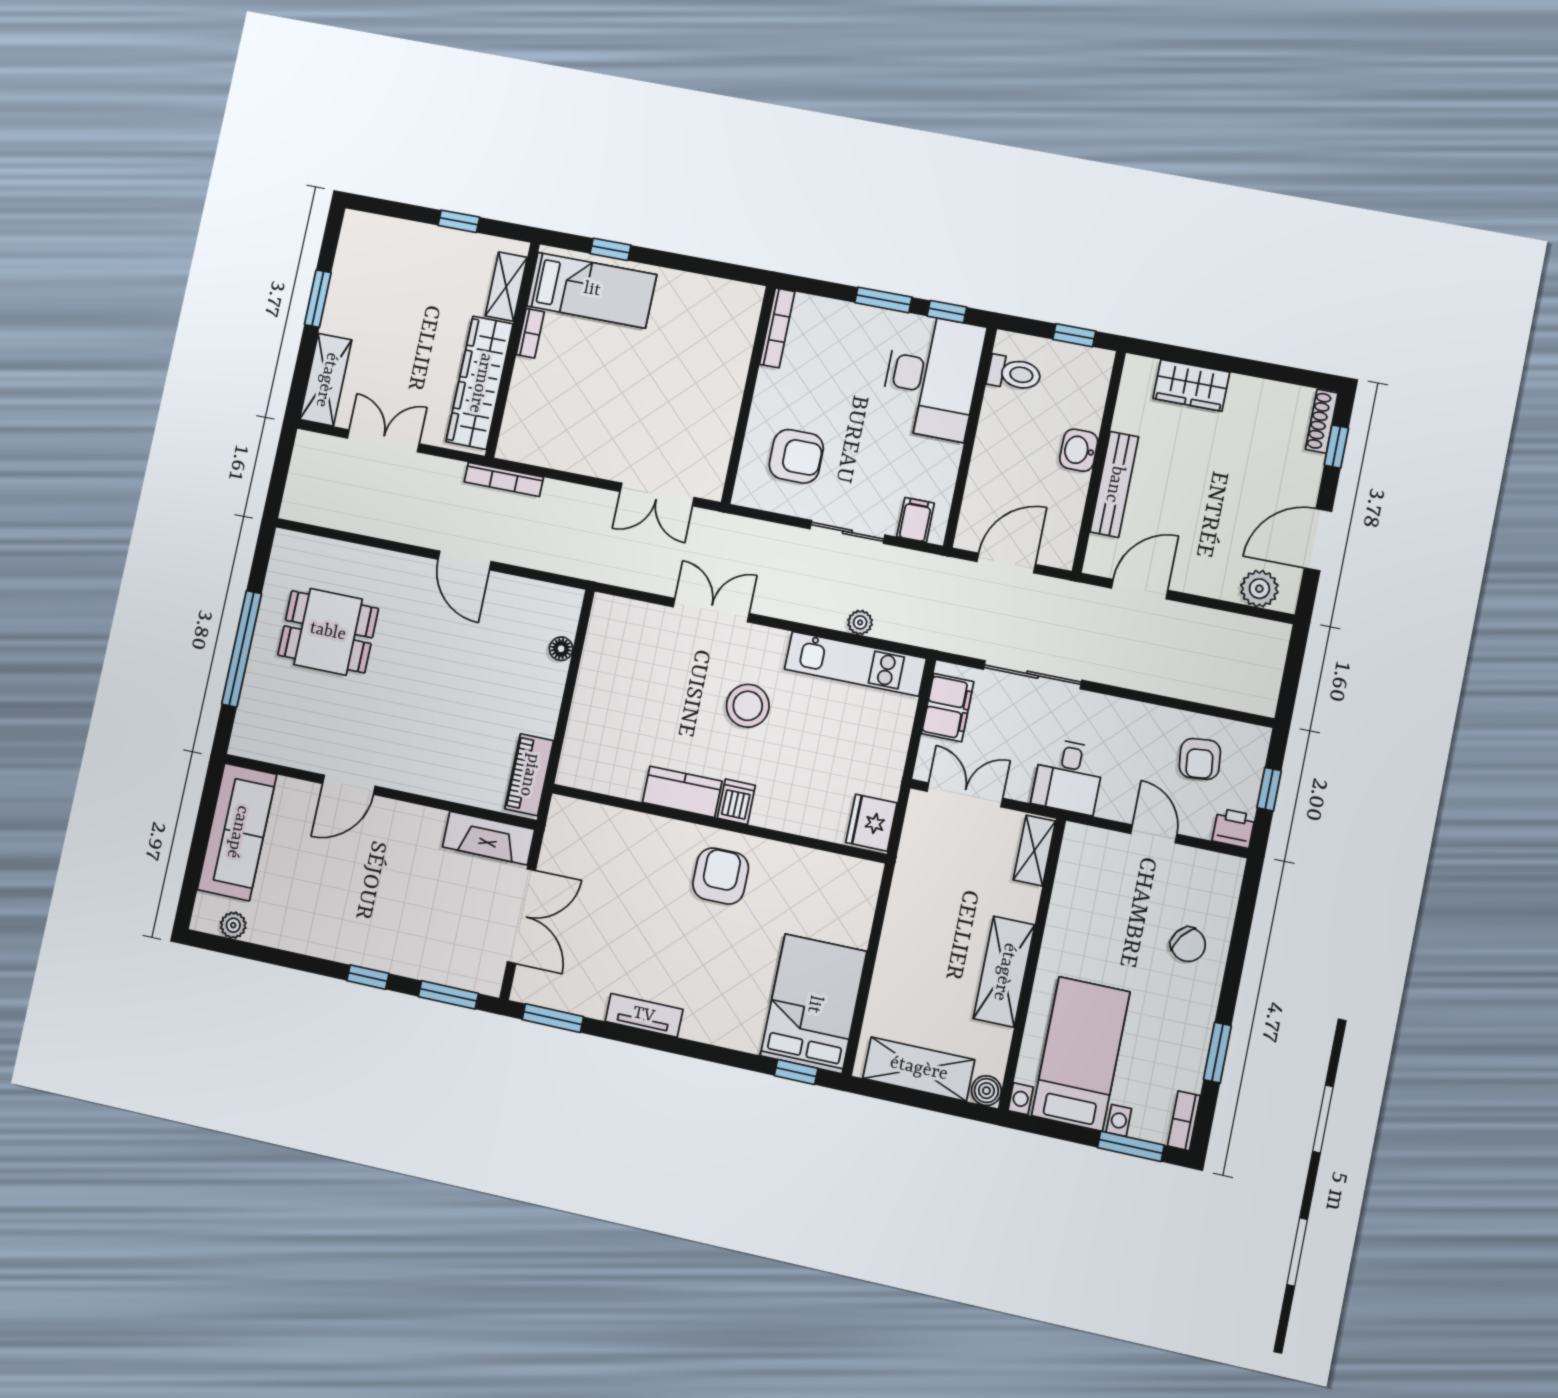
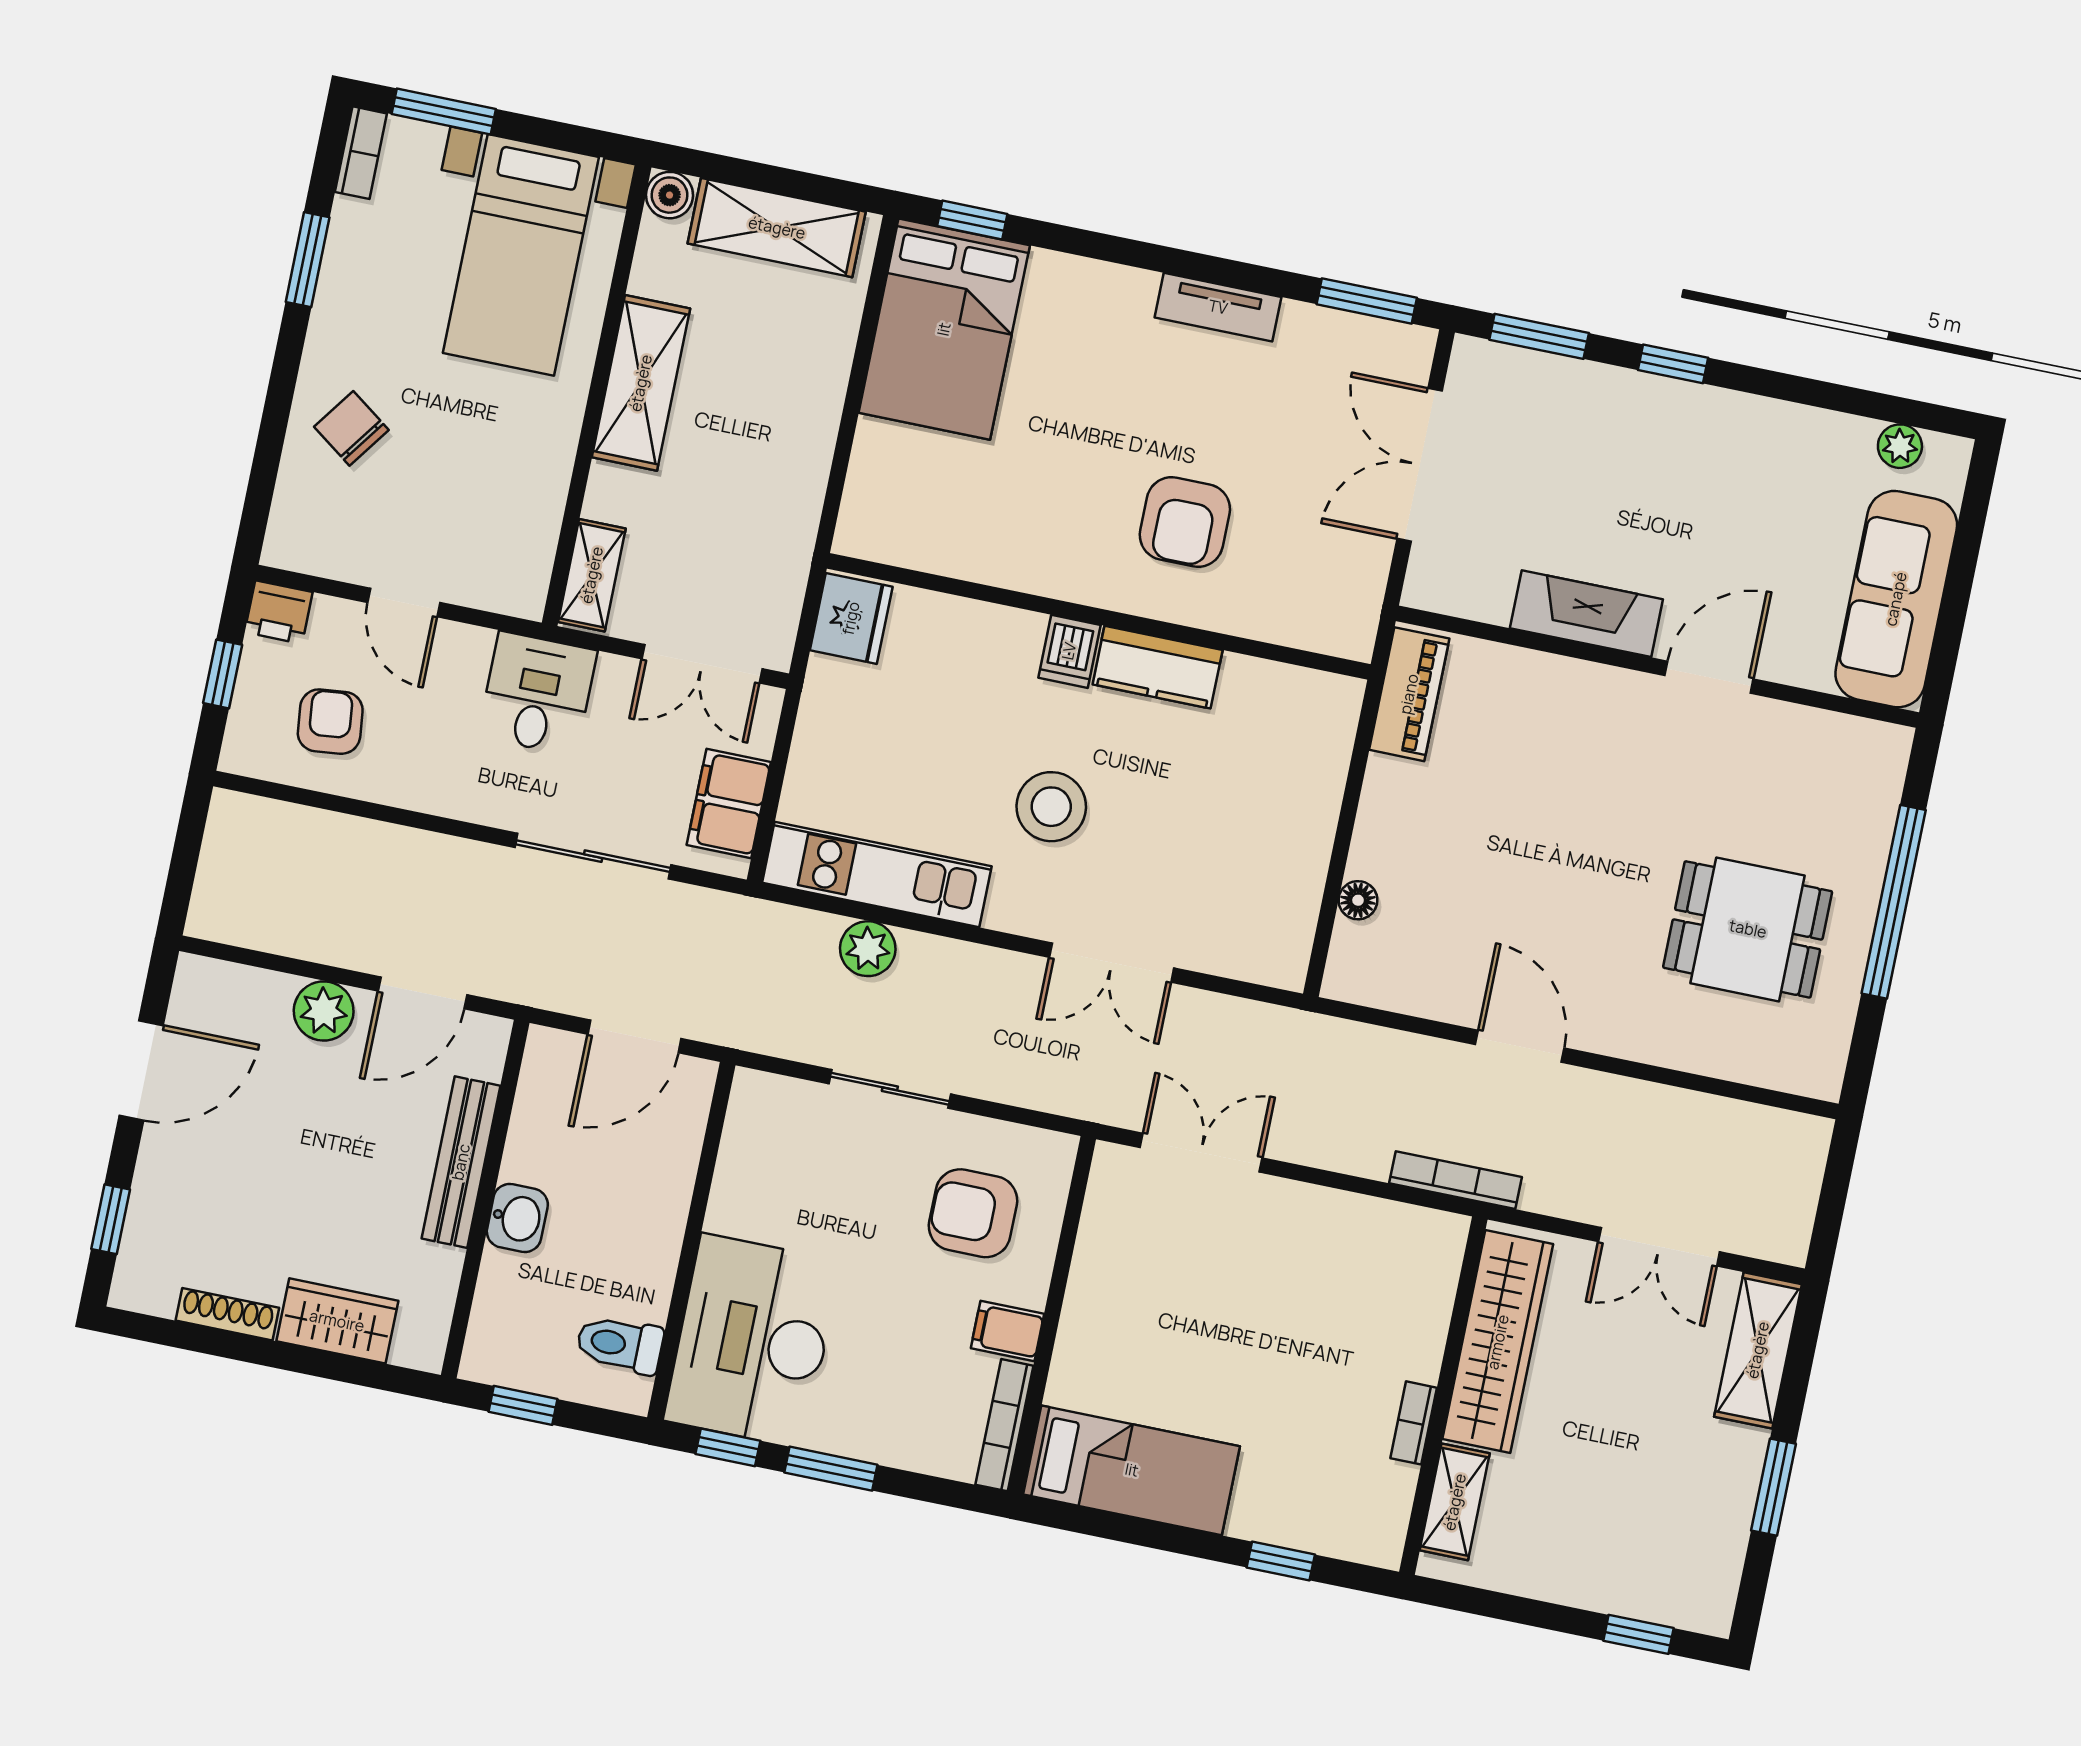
window: (459, 221) -> (1639, 1634), moved
bed: (592, 290) -> (1132, 1470), moved, turned 180
shoe rack: (1322, 421) -> (227, 1314), moved, turned -90
filing cabinet: (916, 520) -> (1007, 1331), moved, turned 90
plant: (1259, 589) -> (324, 1011), moved
plant: (860, 622) -> (868, 949), width x1.38, depth x1.38
fireplace: (488, 838) -> (1586, 614), moved
armchair: (721, 876) -> (1185, 522), moved

